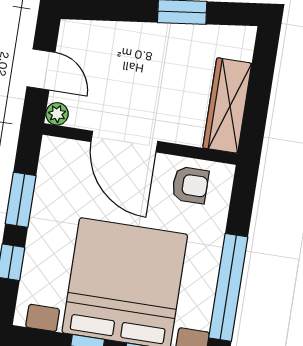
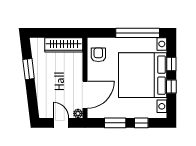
door: (41, 70) -> (61, 123), hinge flipped
door: (124, 142) -> (85, 95), moved

